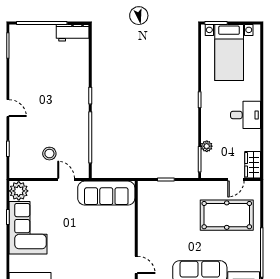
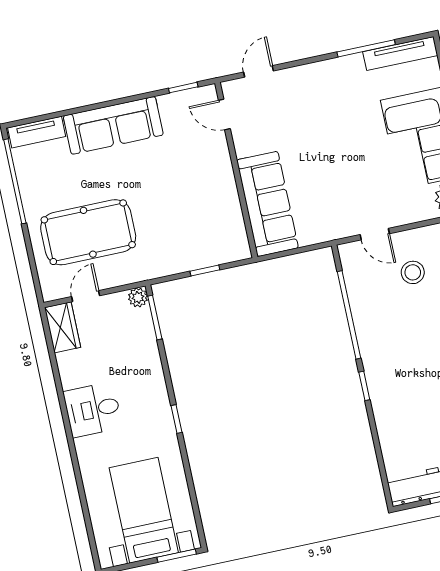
plant: (207, 146) -> (138, 297), moved
sofa: (106, 193) -> (267, 204), moved, turned 90

